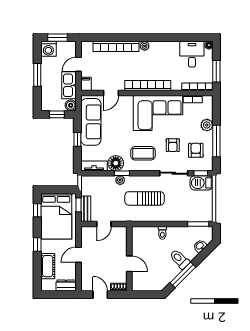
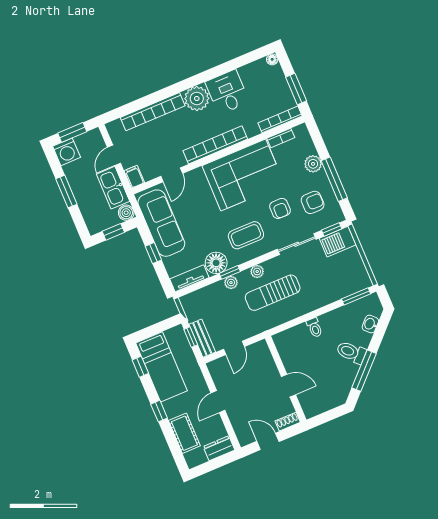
plant: (145, 46) -> (197, 98), width x1.87, depth x1.87
desk: (192, 54) -> (227, 92), moved
armchair: (196, 150) -> (313, 202), turned 90
plant: (140, 180) -> (257, 271), added
bed: (56, 216) -> (161, 367), width x0.67

